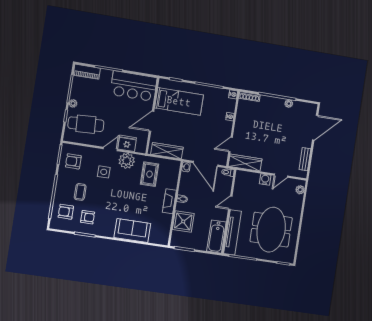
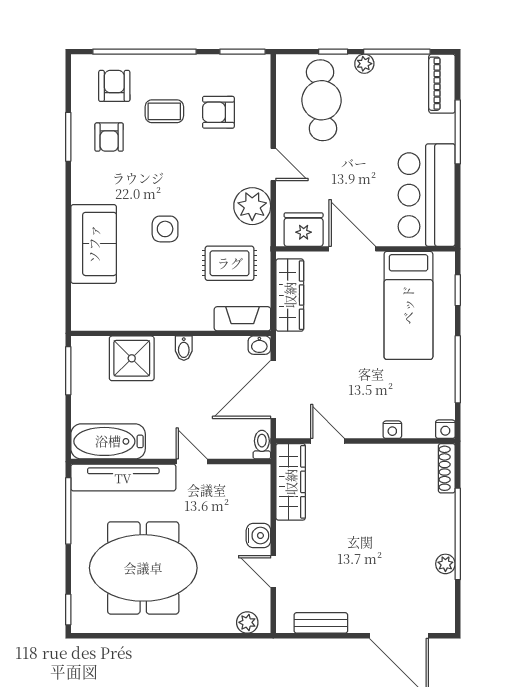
fridge: (127, 143) -> (304, 230), moved, turned -90
armchair: (73, 161) -> (218, 112), moved, turned -90
side table: (104, 172) -> (165, 229), moved
fireplace: (169, 201) -> (242, 319), moved

